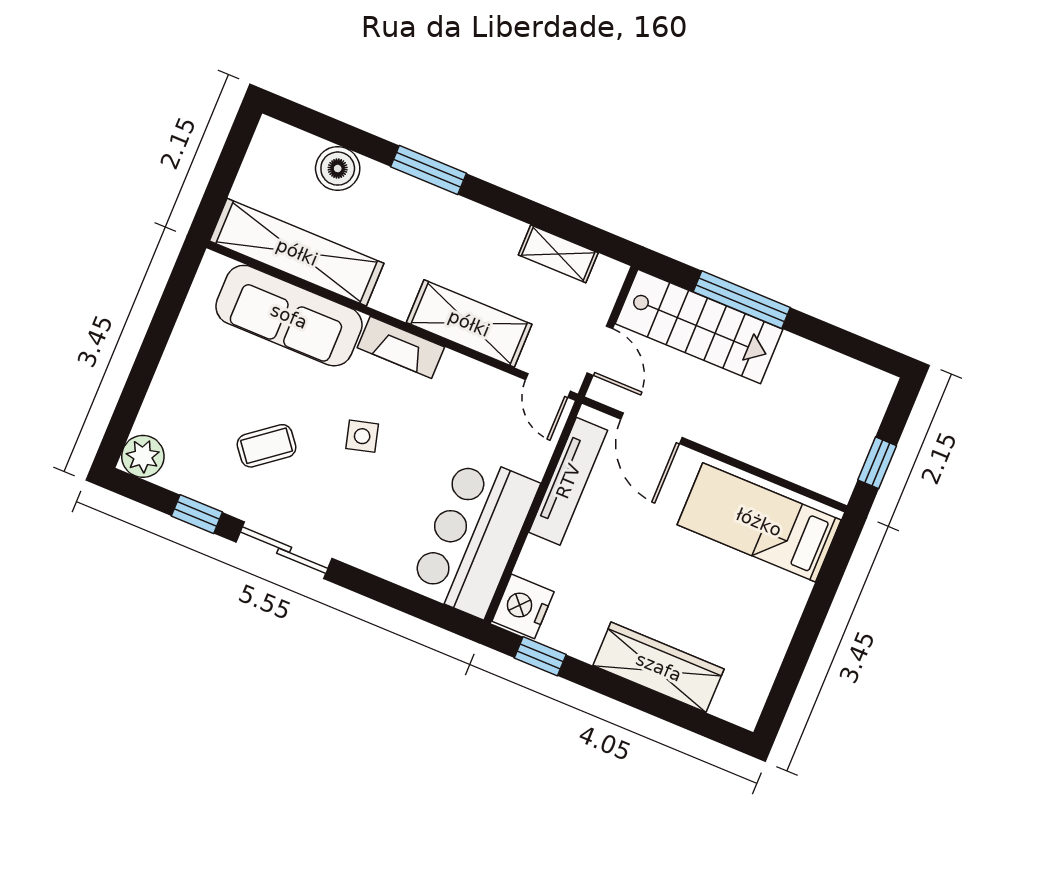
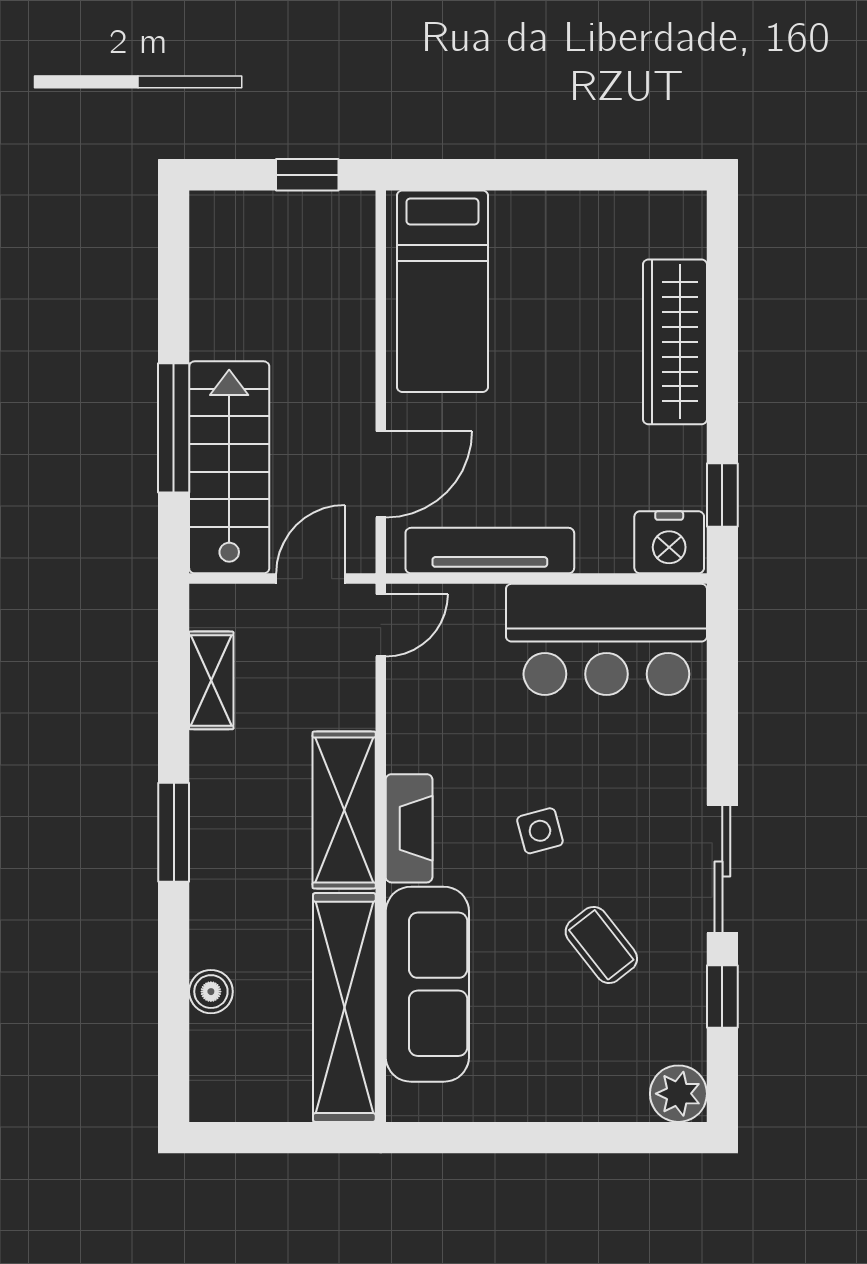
boiler: (338, 169) -> (211, 992), width x0.73, depth x0.73
window: (429, 170) -> (174, 832), moved
shelving: (469, 323) -> (344, 810), moved

